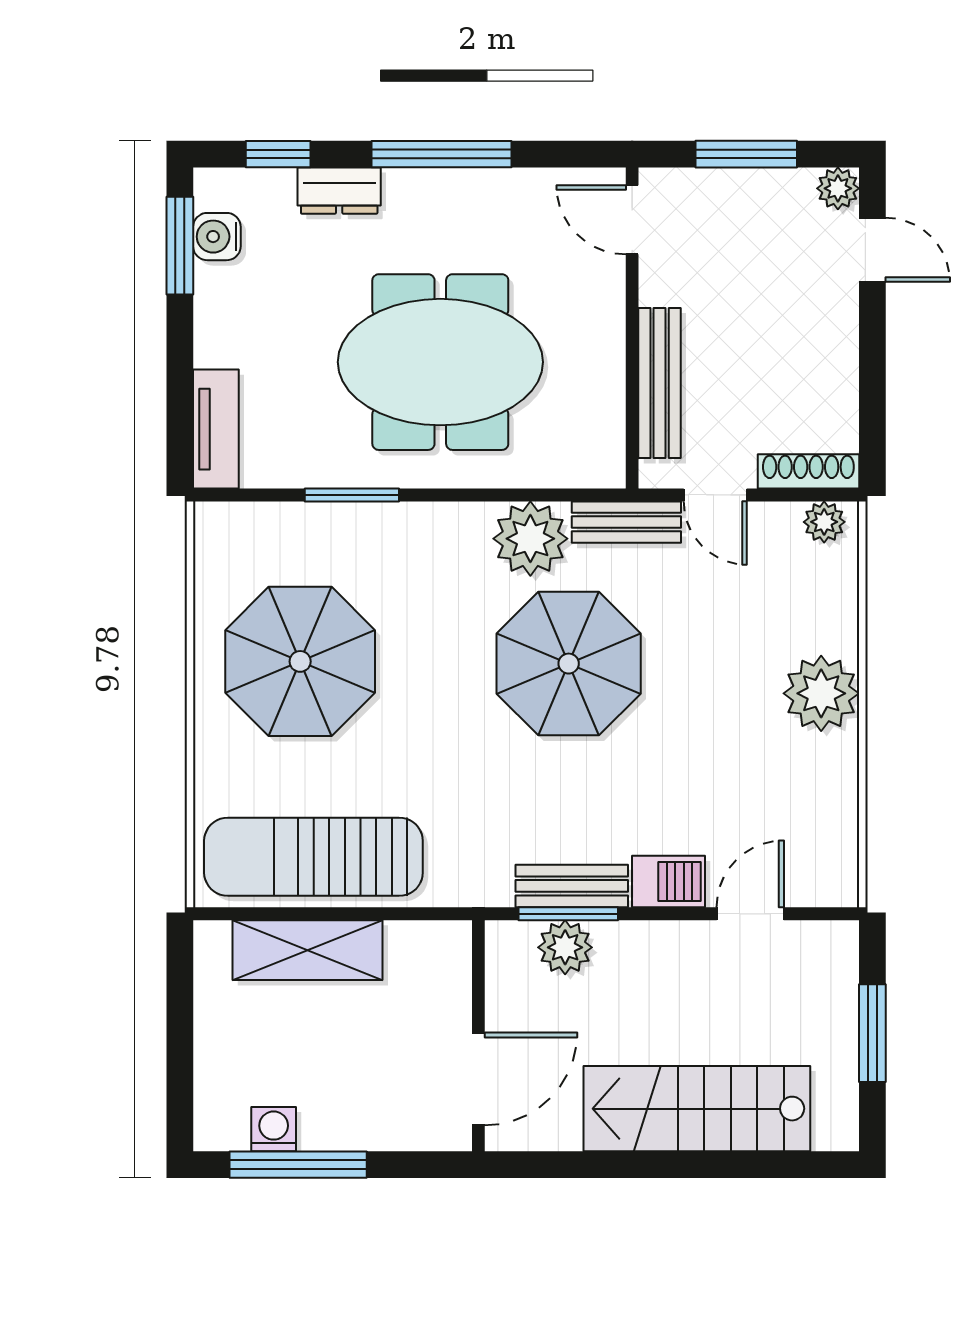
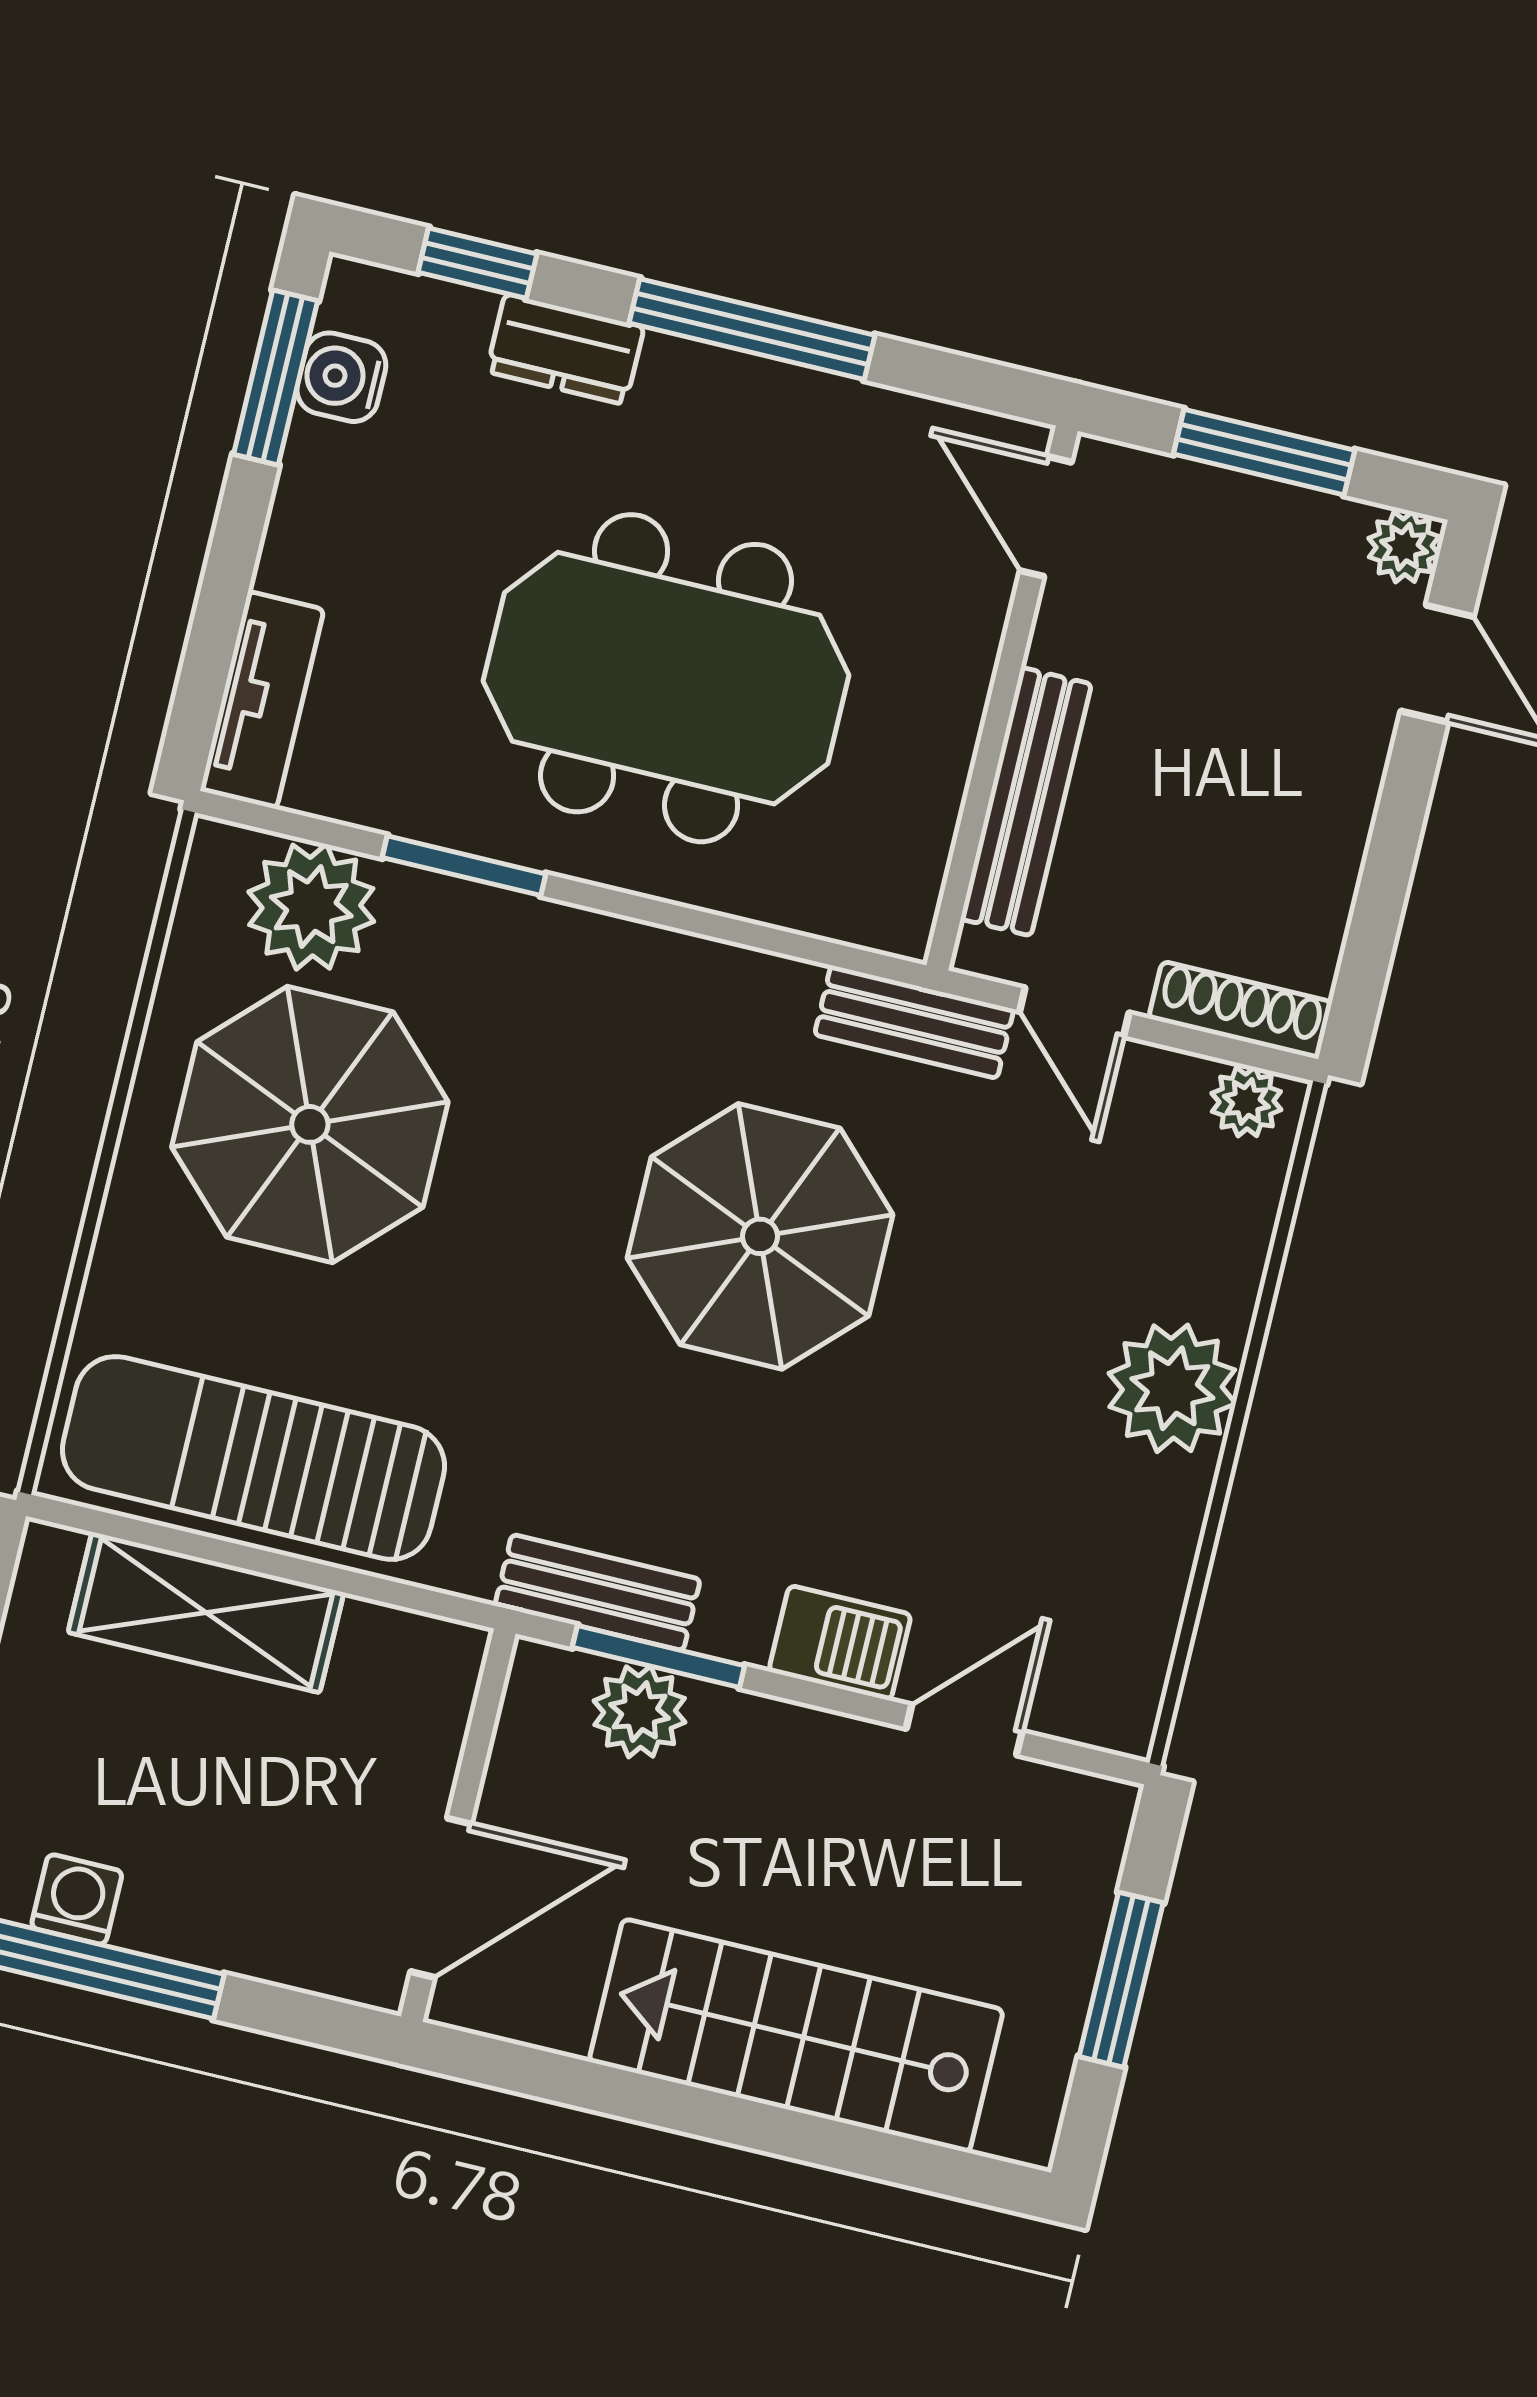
plant: (530, 539) -> (311, 907), moved
bench: (572, 886) -> (598, 1593), moved

